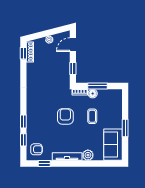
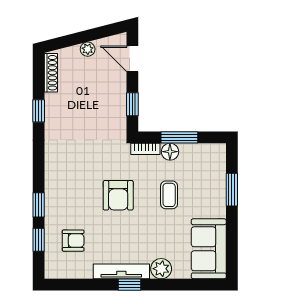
door: (73, 45) -> (132, 59), hinge flipped
window: (23, 53) -> (39, 111), moved
armchair: (65, 116) -> (118, 195), turned 180
window: (125, 128) -> (232, 190), moved
armchair: (36, 149) -> (73, 241), moved
window: (44, 164) -> (130, 285), moved

